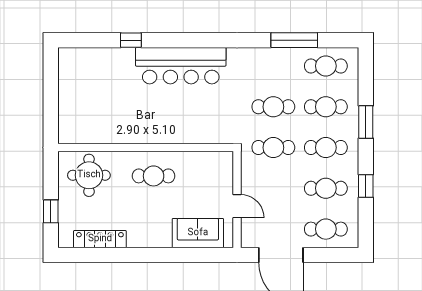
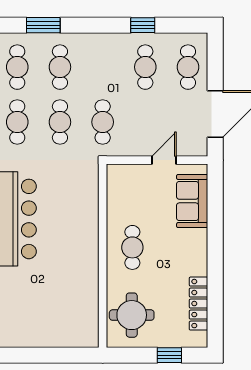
window: (366, 122) -> (43, 25), moved
cafe table: (326, 148) -> (17, 122), moved

